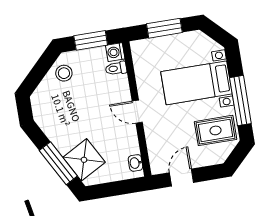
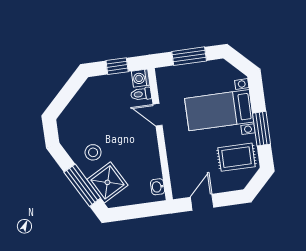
window: (91, 40) -> (117, 66), width x0.67
stool: (64, 73) -> (93, 152), moved
window: (240, 101) -> (262, 129), width x0.69
door: (137, 112) -> (158, 115), moved

